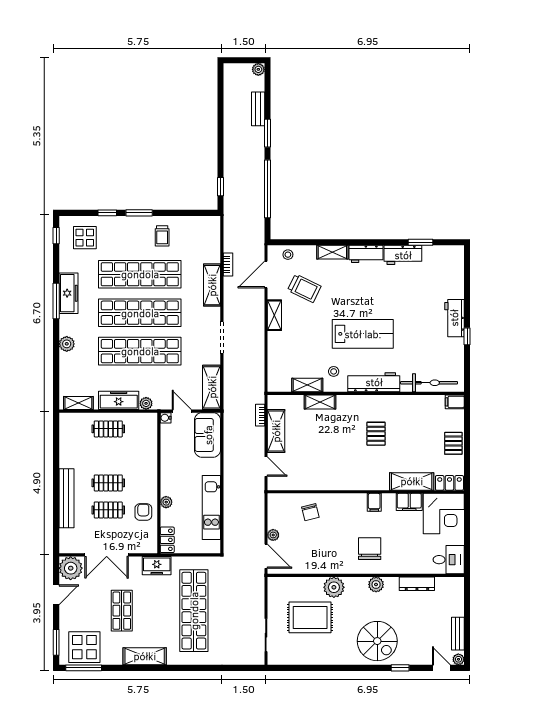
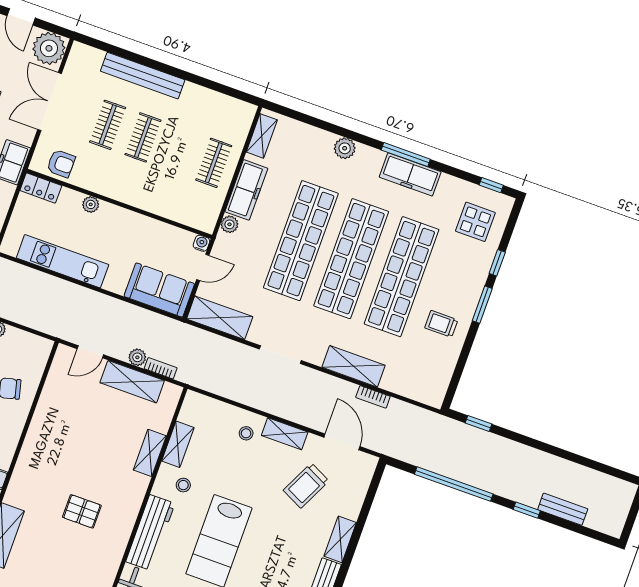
plant: (258, 69) -> (137, 357), moved
window: (267, 133) -> (527, 510), width x0.67
stool: (288, 255) -> (246, 433), moved
armchair: (143, 512) -> (61, 164), moved

